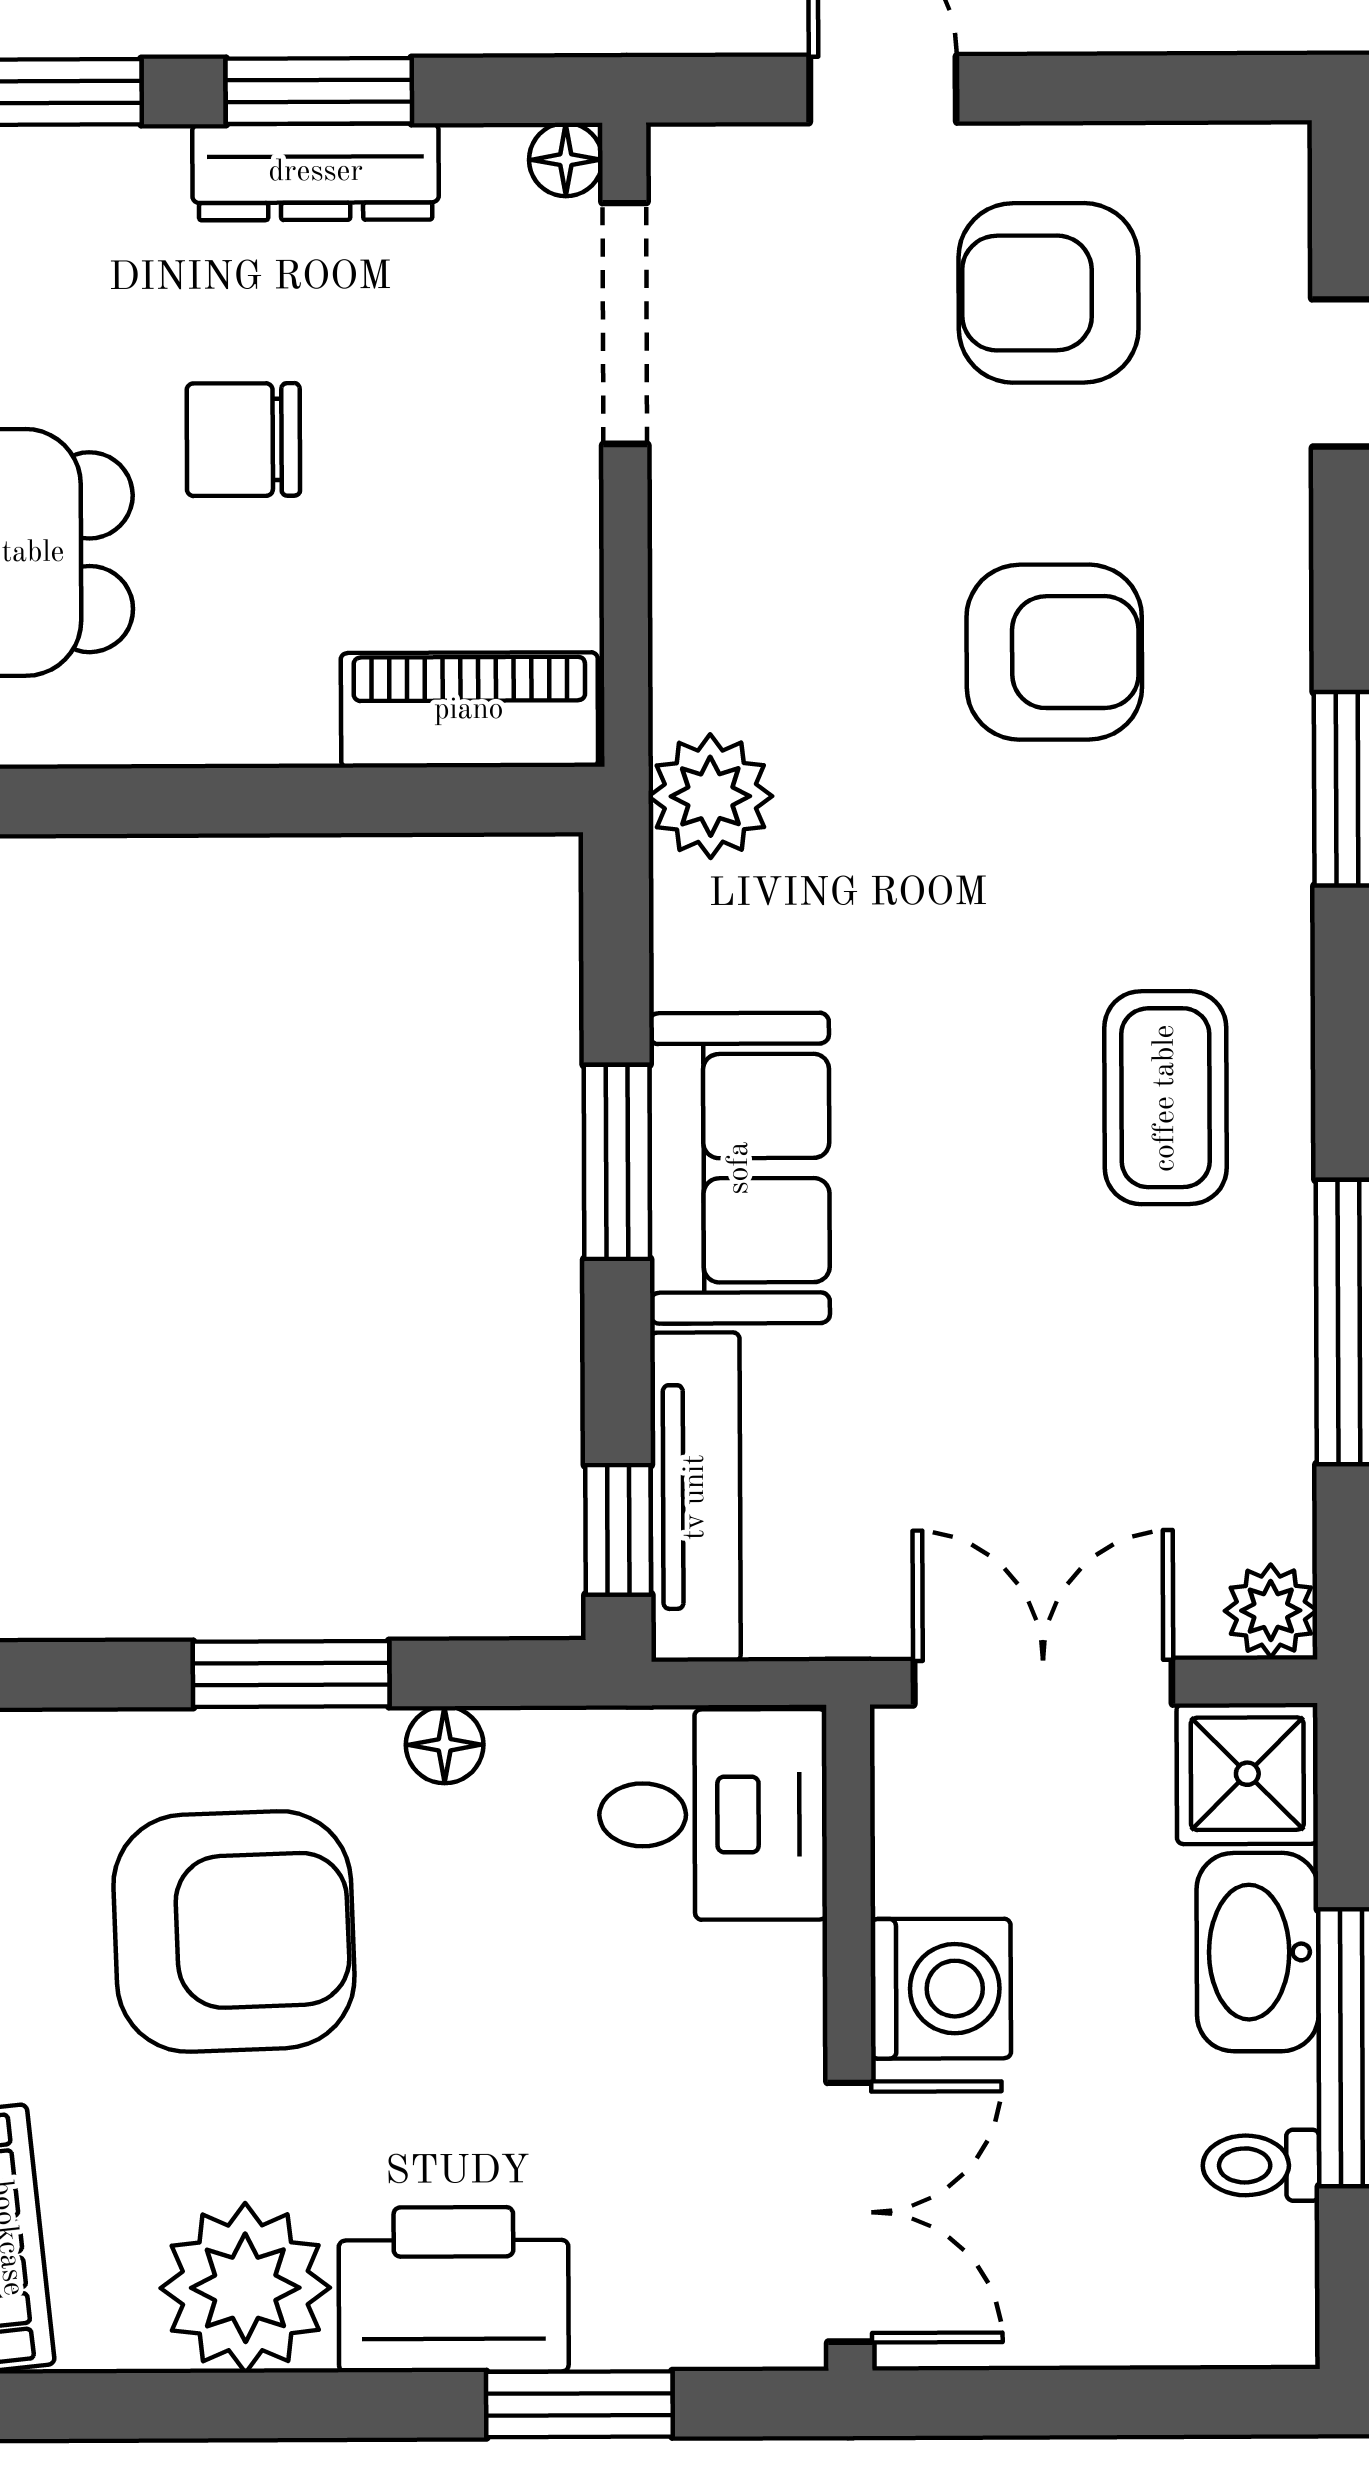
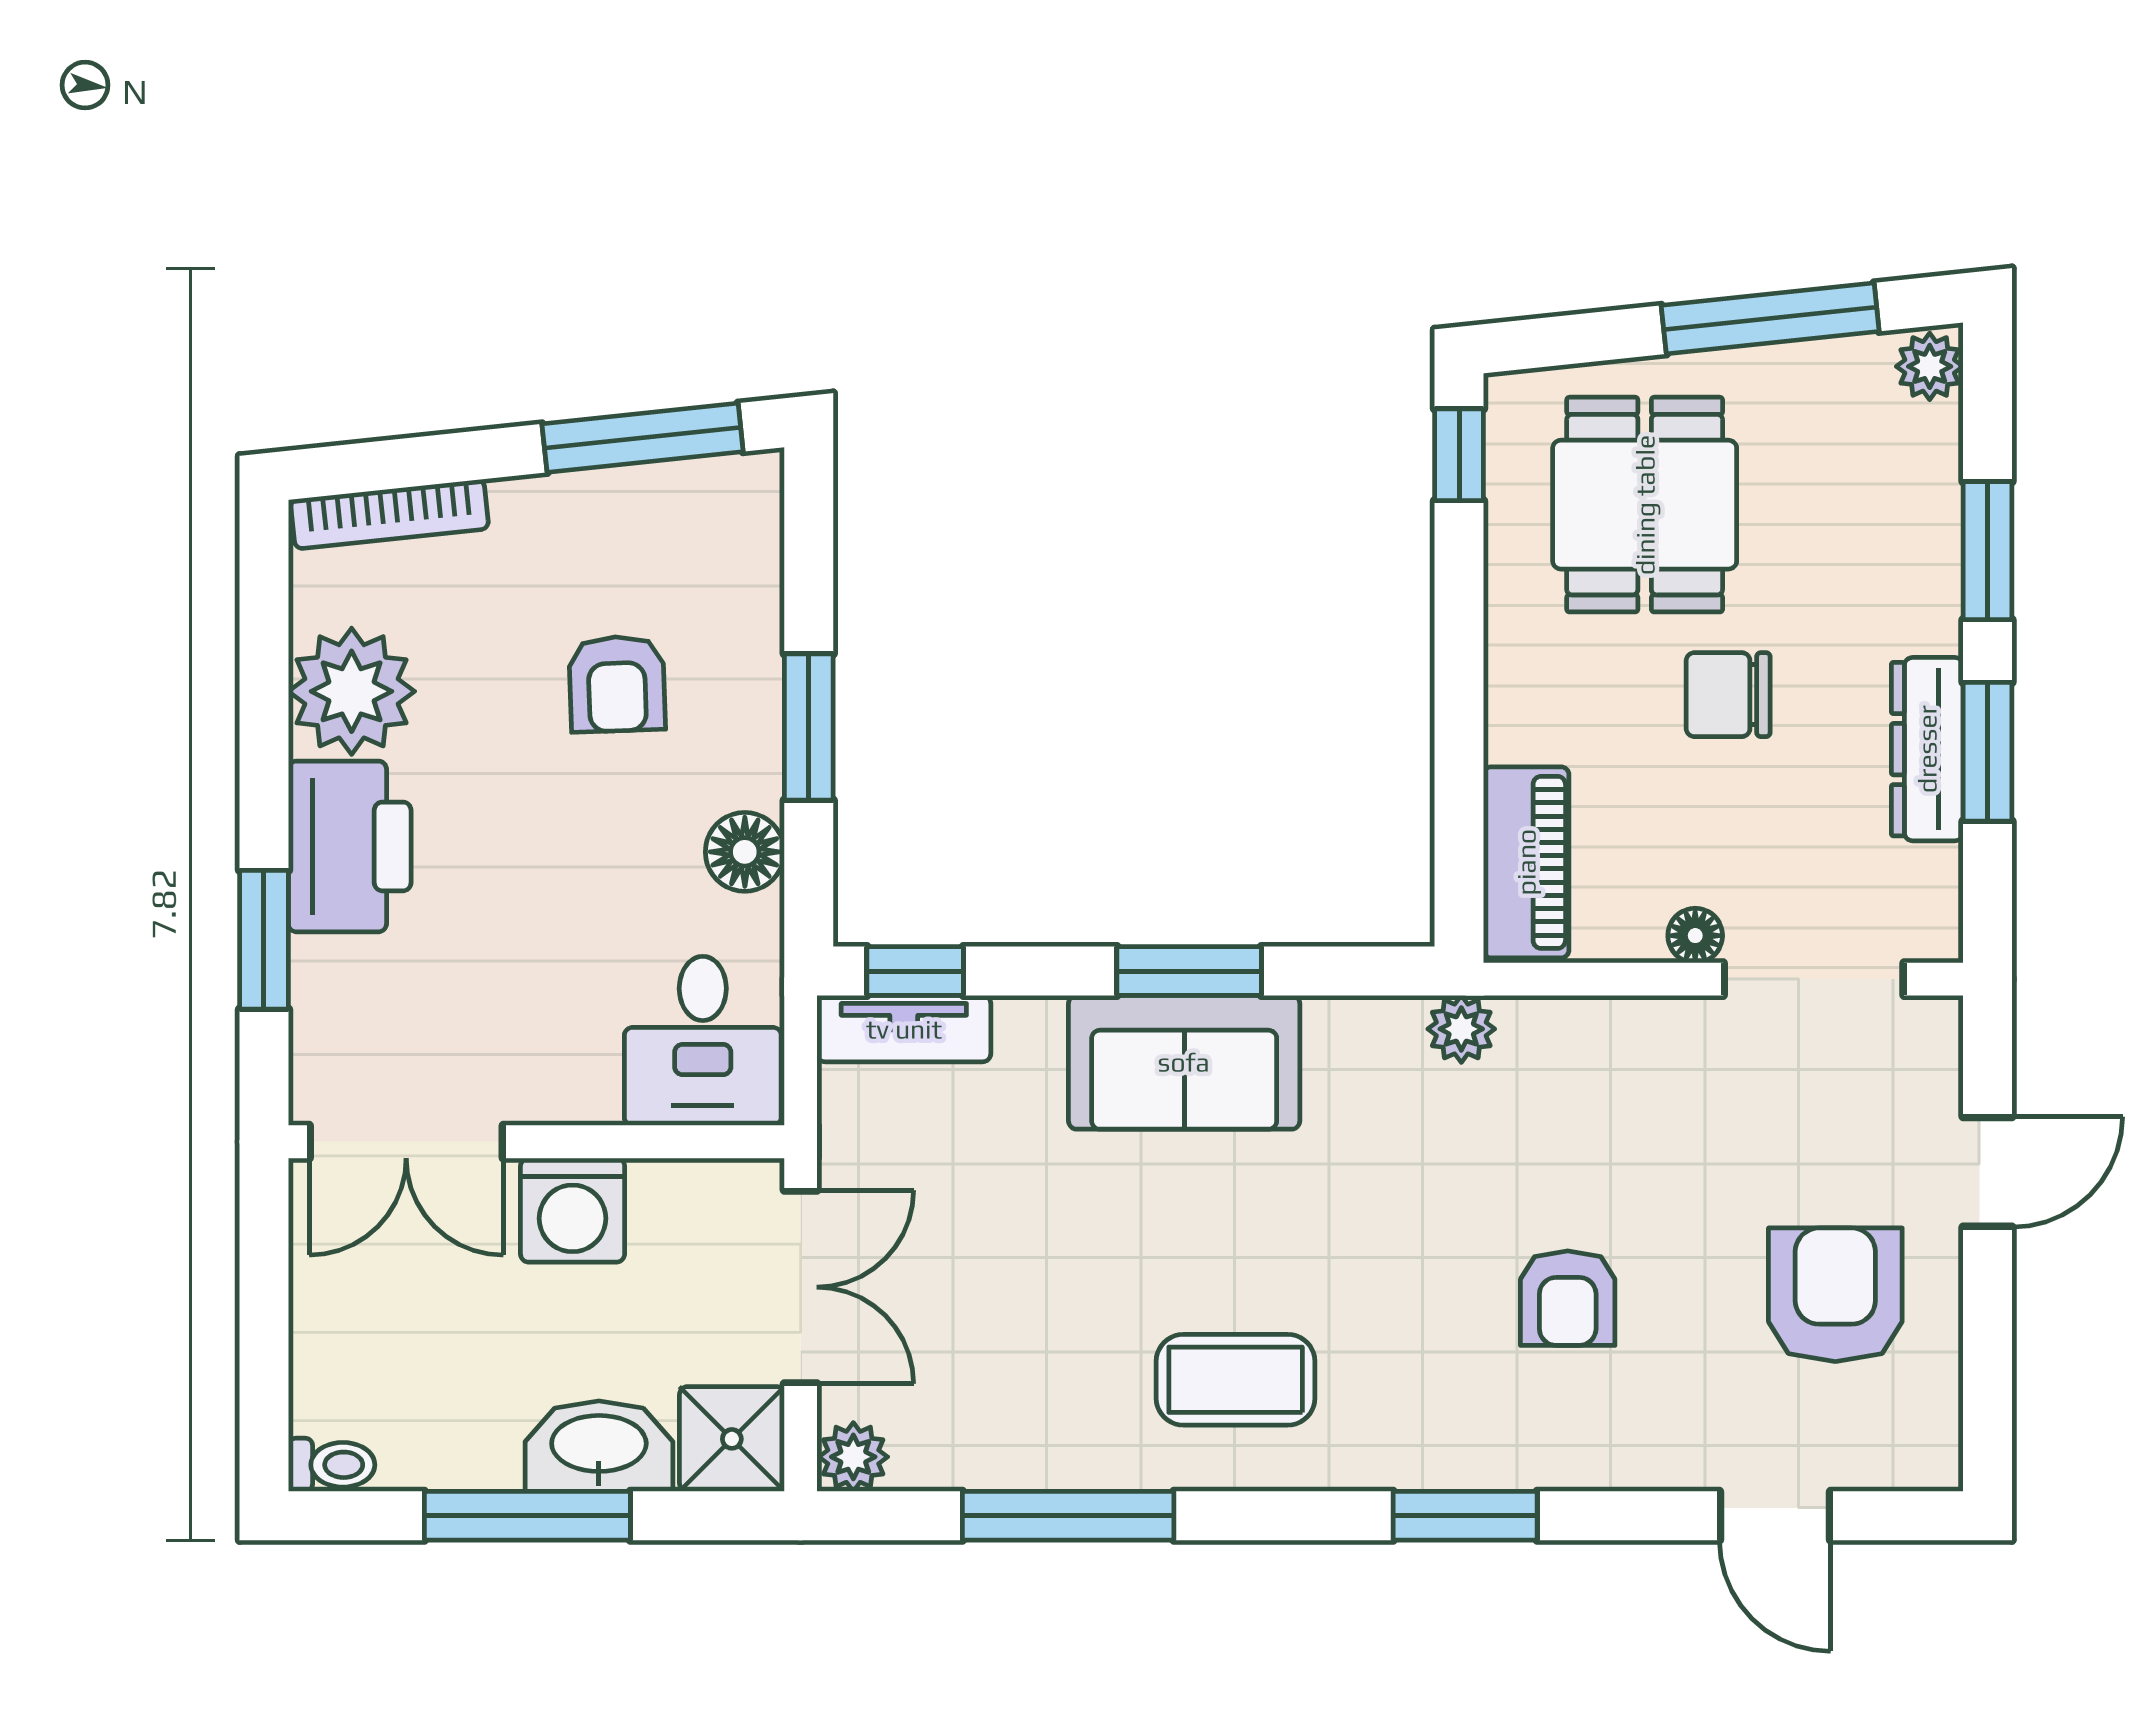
floor lamp: (566, 160) -> (1695, 936), moved
chair: (243, 440) -> (1728, 695), turned -90
armchair: (1054, 652) -> (1568, 1298), width x0.72, depth x0.72
plant: (710, 796) -> (1461, 1029), width x0.73, depth x0.73
tv unit: (695, 1497) -> (904, 1029), width x0.71
floor lamp: (445, 1745) -> (745, 852), width x1.37, depth x1.37
armchair: (234, 1931) -> (617, 684), width x0.53, depth x0.53
toilet: (1261, 2165) -> (332, 1465), moved, turned 90

